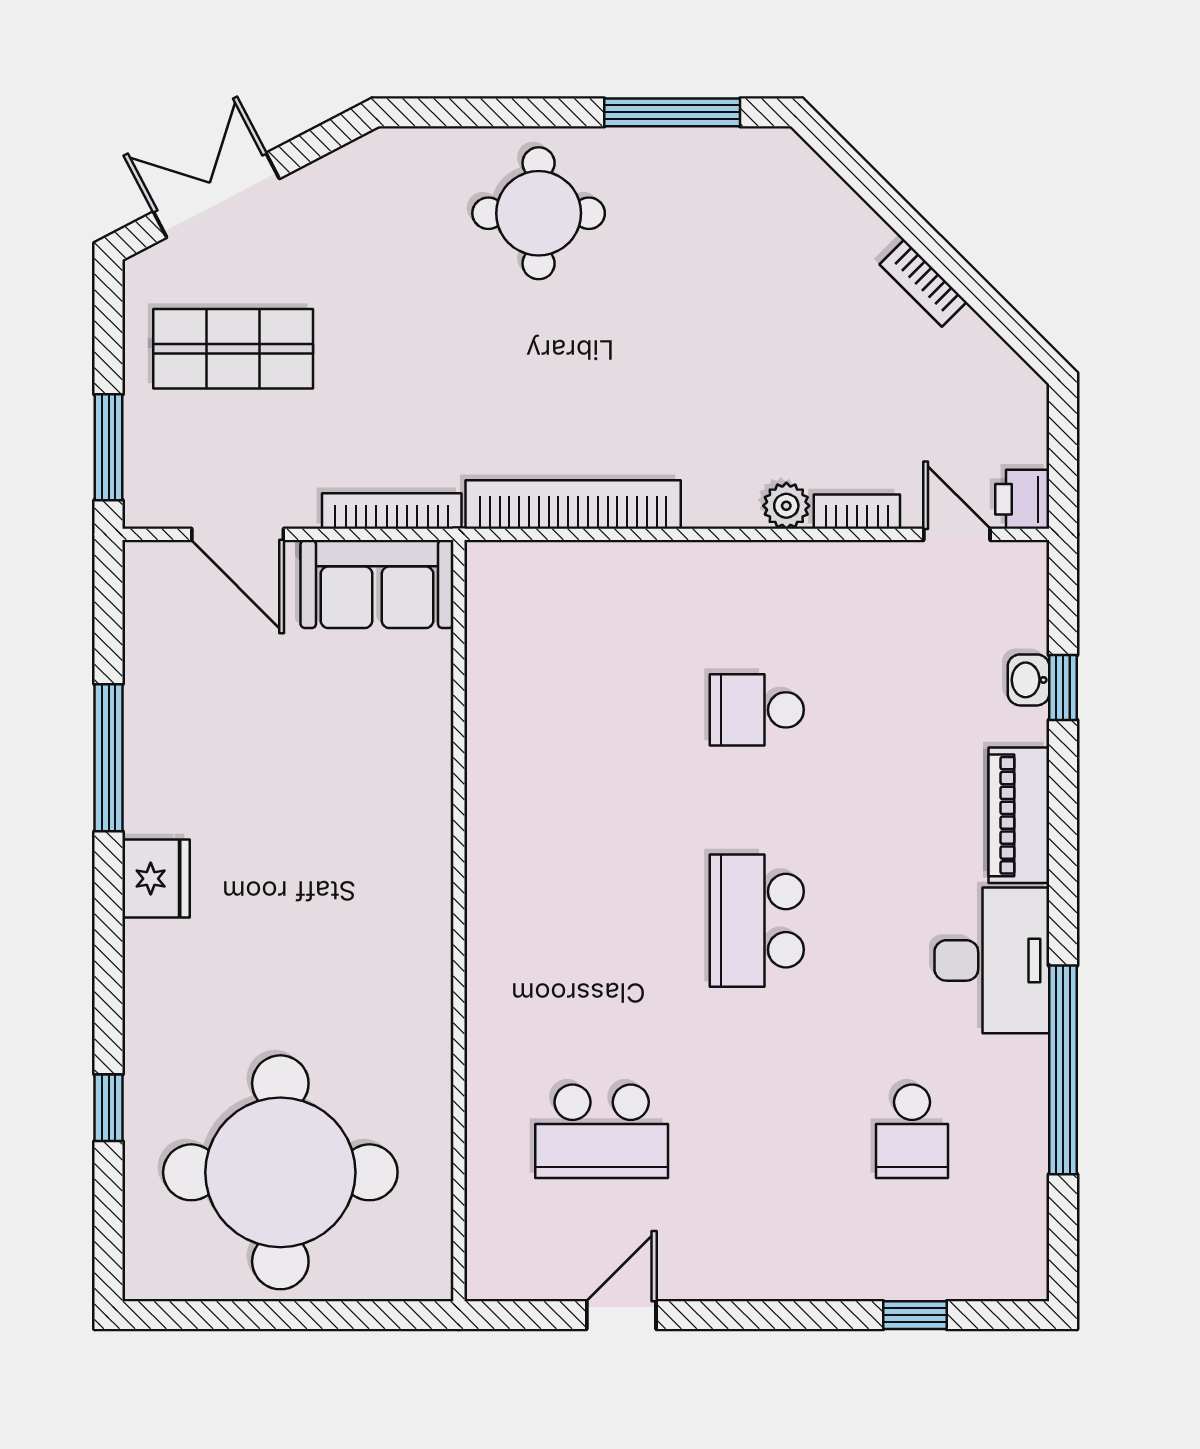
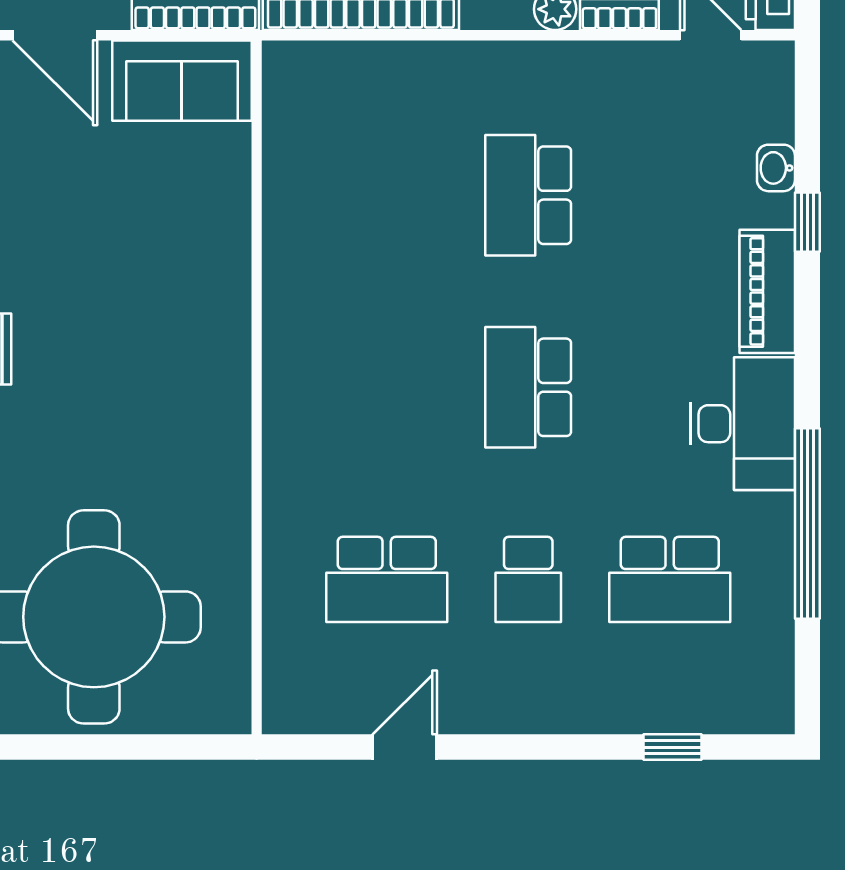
window: (1063, 688) -> (807, 222), moved
school desk: (757, 710) -> (528, 195), width x1.85
school desk: (757, 1131) -> (528, 579), added
school desk: (912, 1131) -> (670, 579), width x1.85

